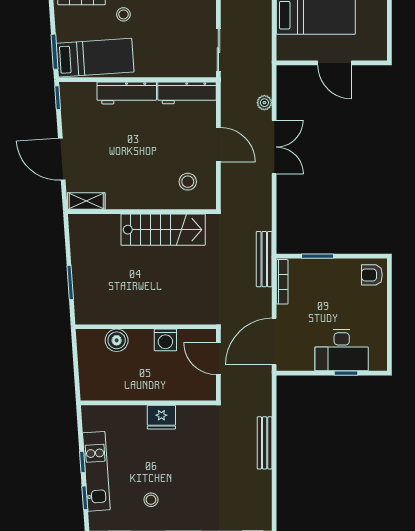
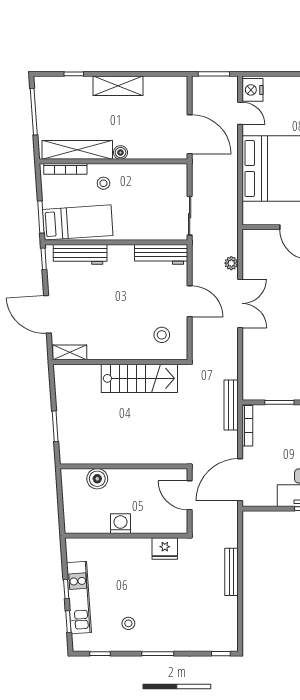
workbench: (127, 93) -> (80, 254), moved
washing machine: (165, 340) -> (120, 524), moved, turned 180
fridge: (161, 417) -> (165, 548), moved

